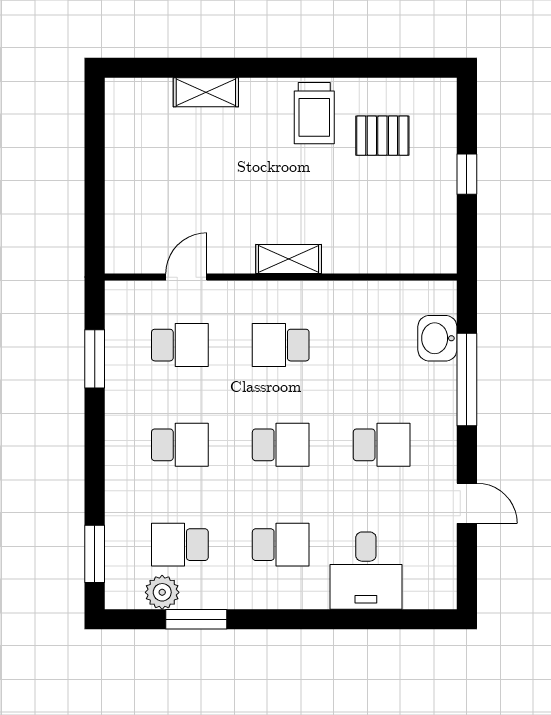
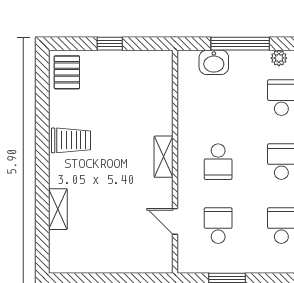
pallet: (382, 136) -> (67, 72), moved
plant: (444, 441) -> (279, 58), added

